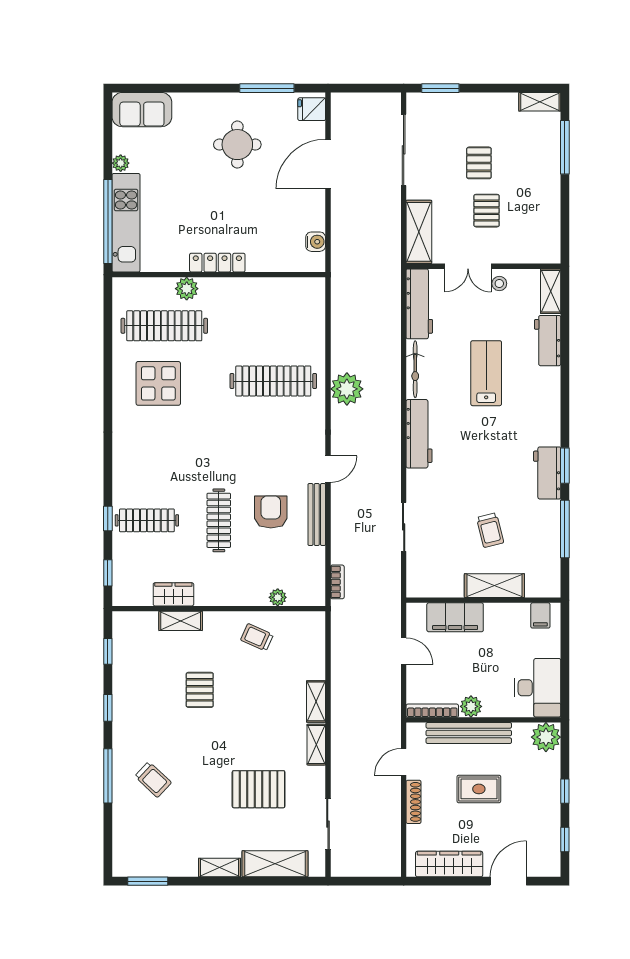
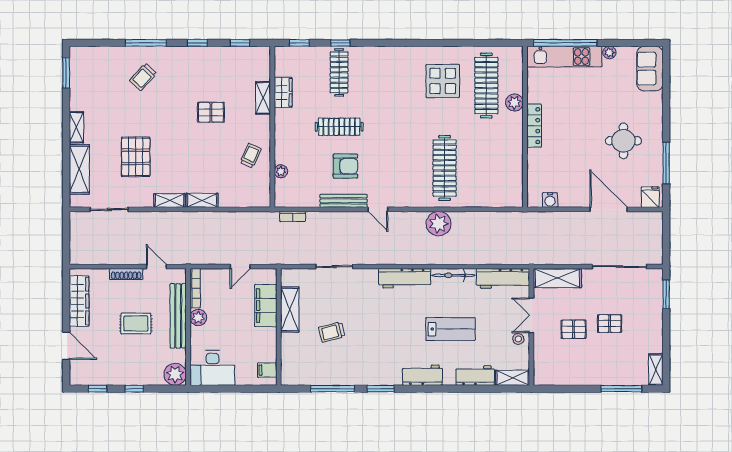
workbench: (547, 473) -> (423, 375), moved
shelving: (494, 586) -> (290, 309), moved
rug: (479, 789) -> (136, 324), turned 90

